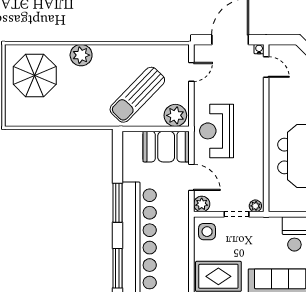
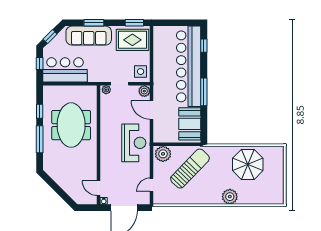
parasol: (35, 75) -> (248, 164), moved
booth: (166, 147) -> (190, 124), moved, turned 90
window: (118, 268) -> (204, 46), width x0.46

